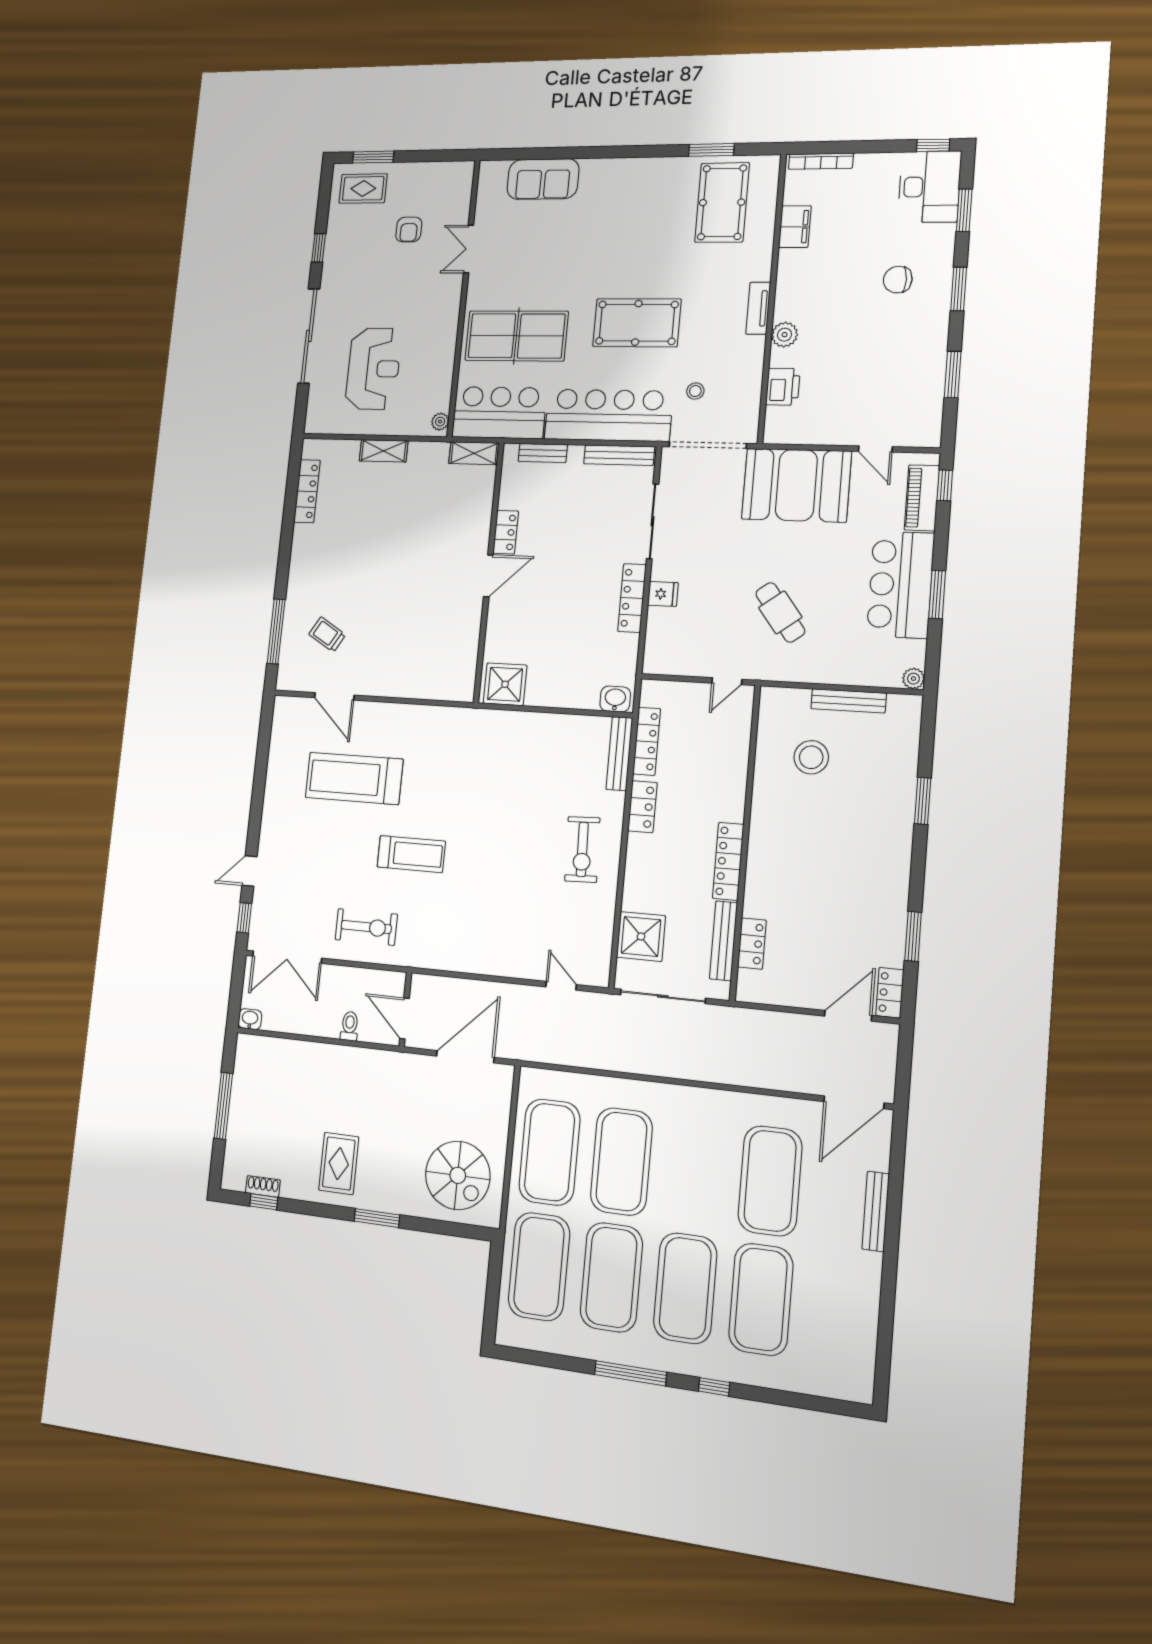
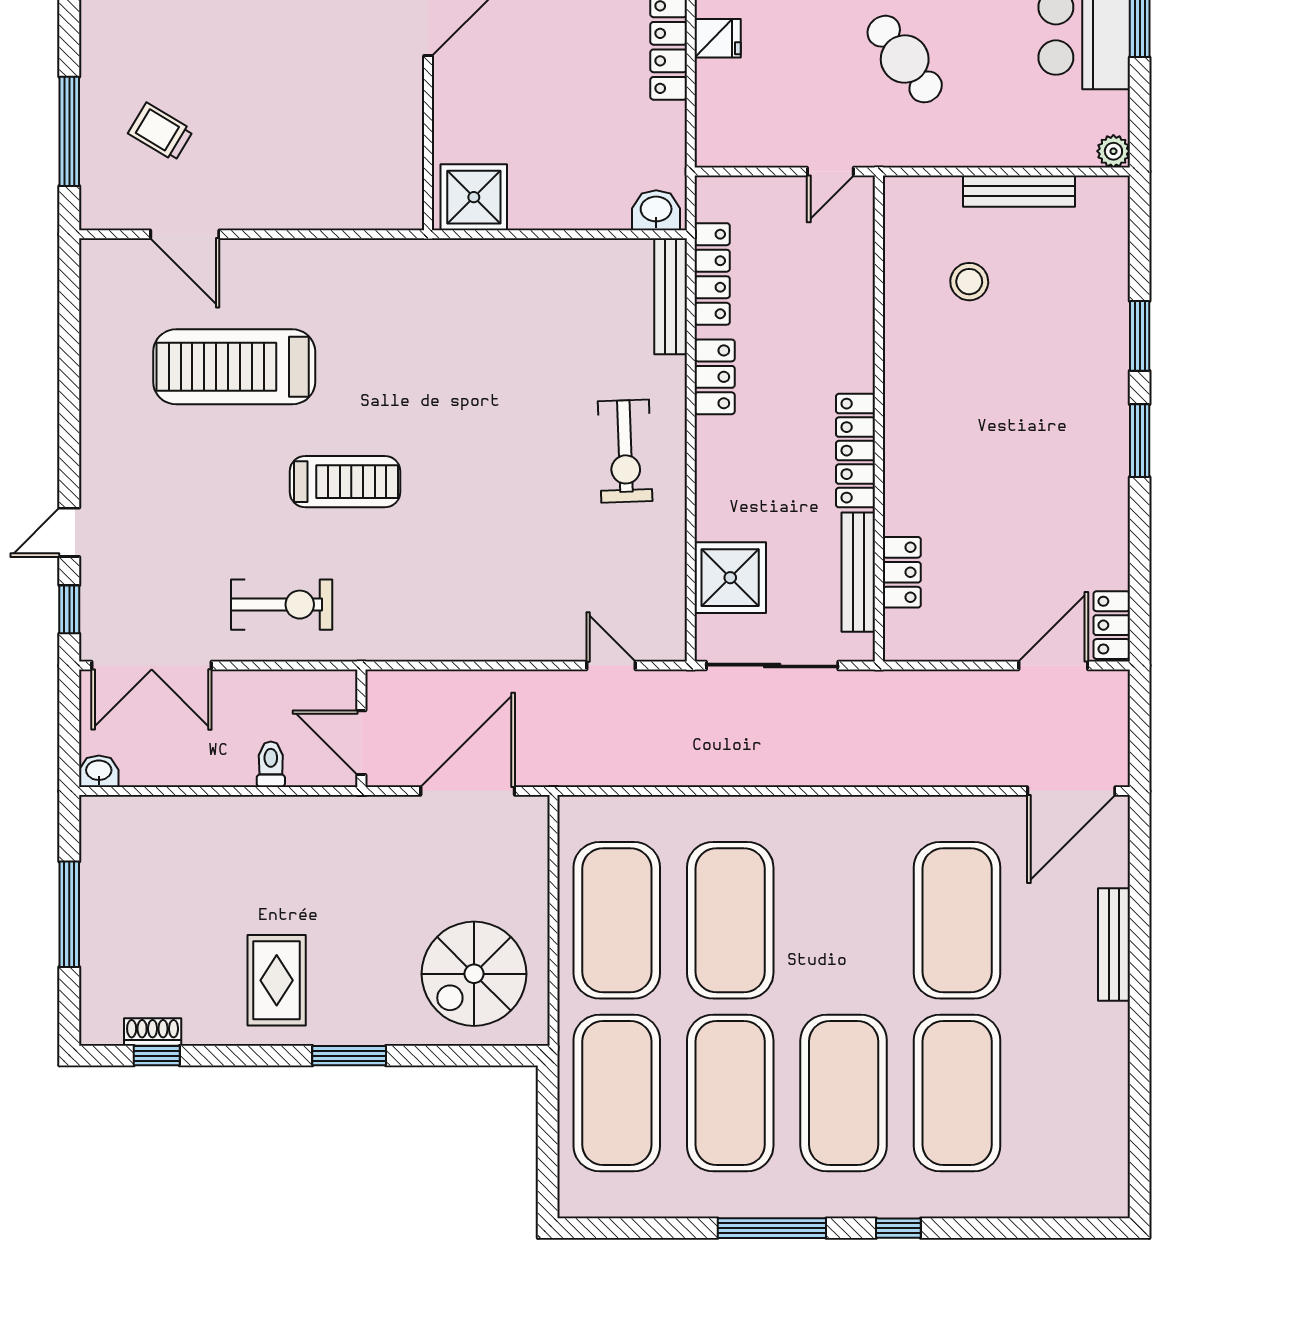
stool: (811, 757) -> (969, 282), width x0.73, depth x0.73
window: (913, 936) -> (1140, 441), moved
spiral stairs: (458, 1175) -> (474, 974), turned 90

